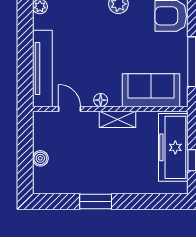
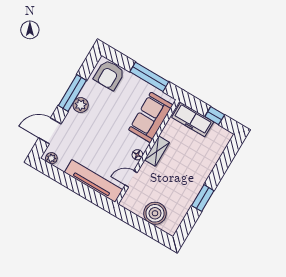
freezer: (173, 147) -> (193, 120), width x0.73, depth x0.79
boiler: (40, 158) -> (155, 213), width x1.86, depth x1.86

